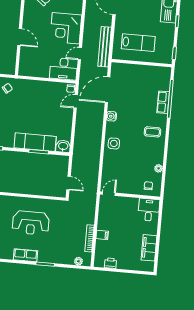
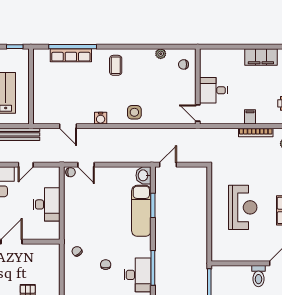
door: (80, 54) -> (26, 165), hinge flipped
desk: (64, 69) -> (47, 204), moved
door: (107, 90) -> (68, 126), width x0.53
row of seats: (163, 102) -> (71, 55), width x1.48
door: (68, 183) -> (168, 165), moved
desk: (149, 210) -> (214, 90), moved

